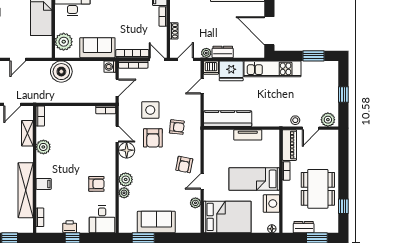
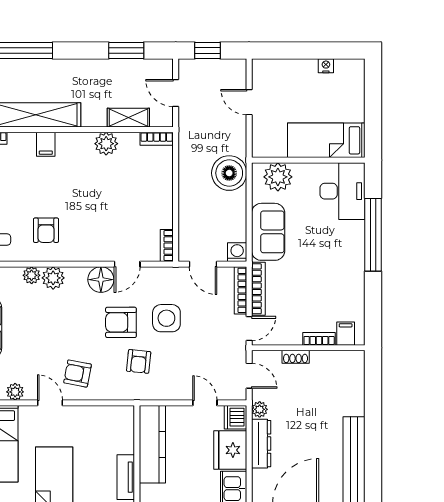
dresser: (223, 52) -> (261, 444), width x1.44

